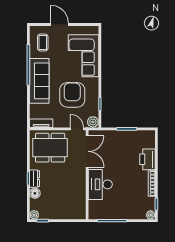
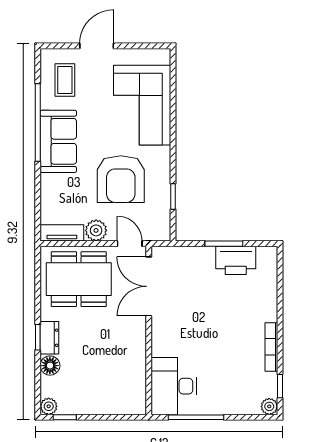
door: (59, 24) -> (97, 46), hinge flipped
sofa: (39, 81) -> (58, 141), width x0.73
armchair: (72, 95) -> (121, 179), turned 180
plant: (93, 122) -> (96, 230), moved
double door: (87, 151) -> (149, 286), swing flipped
printer: (148, 159) -> (236, 260), moved, turned -90
desk: (100, 184) -> (174, 386), moved

